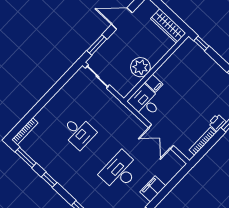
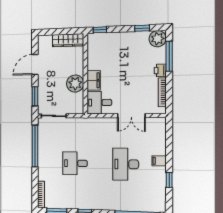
filing cabinet: (154, 83) -> (94, 80), width x2.00
window: (58, 86) -> (35, 146), added
desk: (79, 132) -> (75, 163), turned 180
filing cabinet: (153, 189) -> (159, 161), width x0.50

